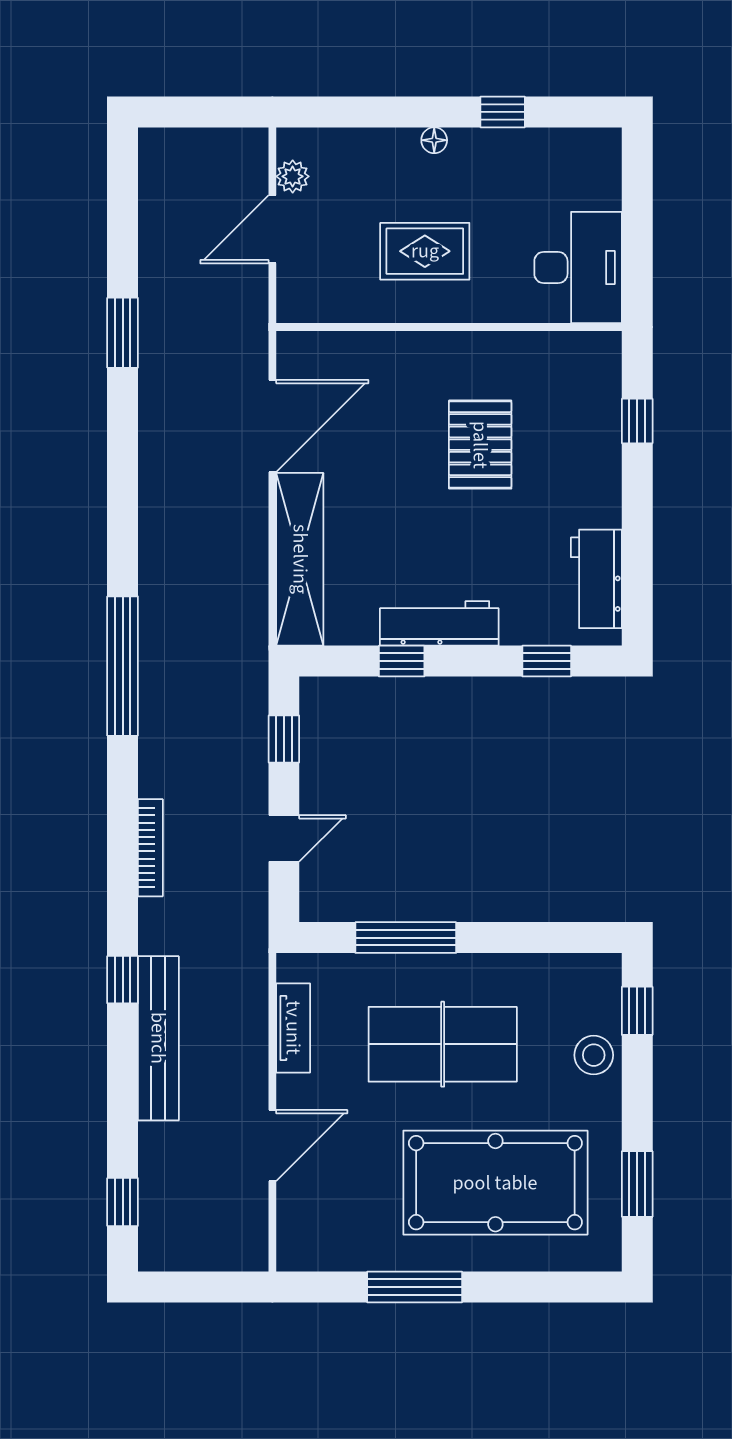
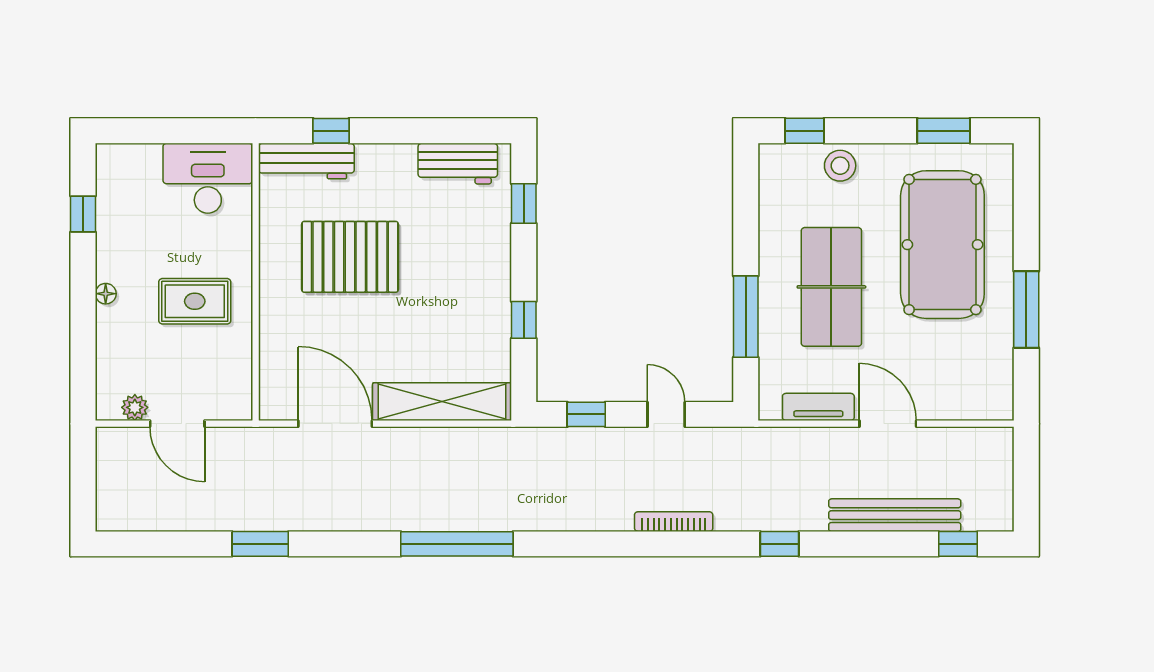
window: (503, 112) -> (83, 214), moved
rug: (425, 251) -> (195, 301), turned 90
pallet: (480, 445) -> (350, 257), width x1.37, depth x1.41
workbench: (439, 623) -> (306, 161), moved, turned -90
window: (123, 666) -> (457, 544), moved
bench: (158, 1038) -> (895, 515), moved
door: (272, 1146) -> (888, 424), moved

